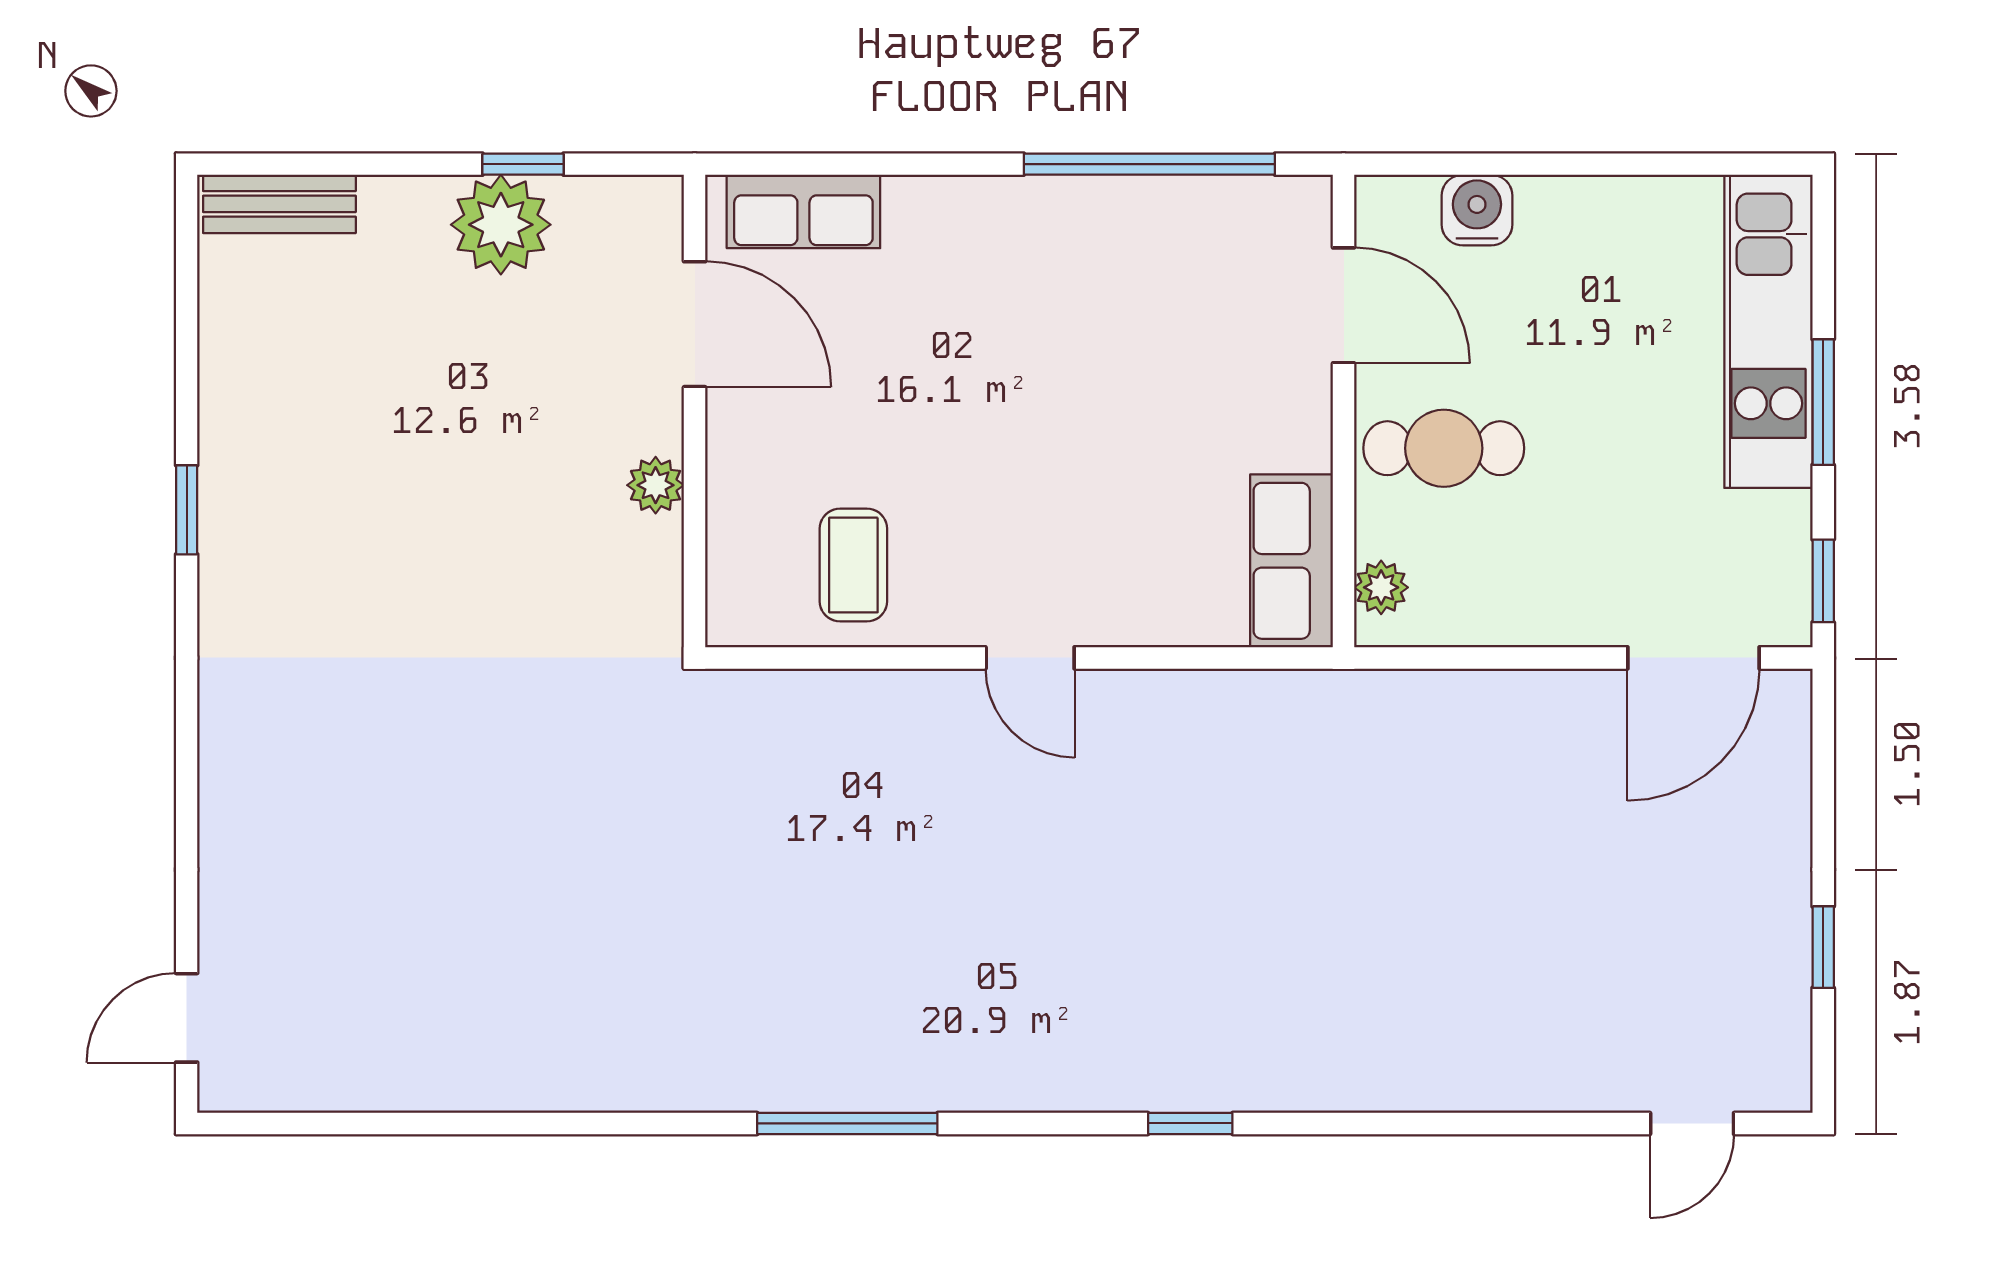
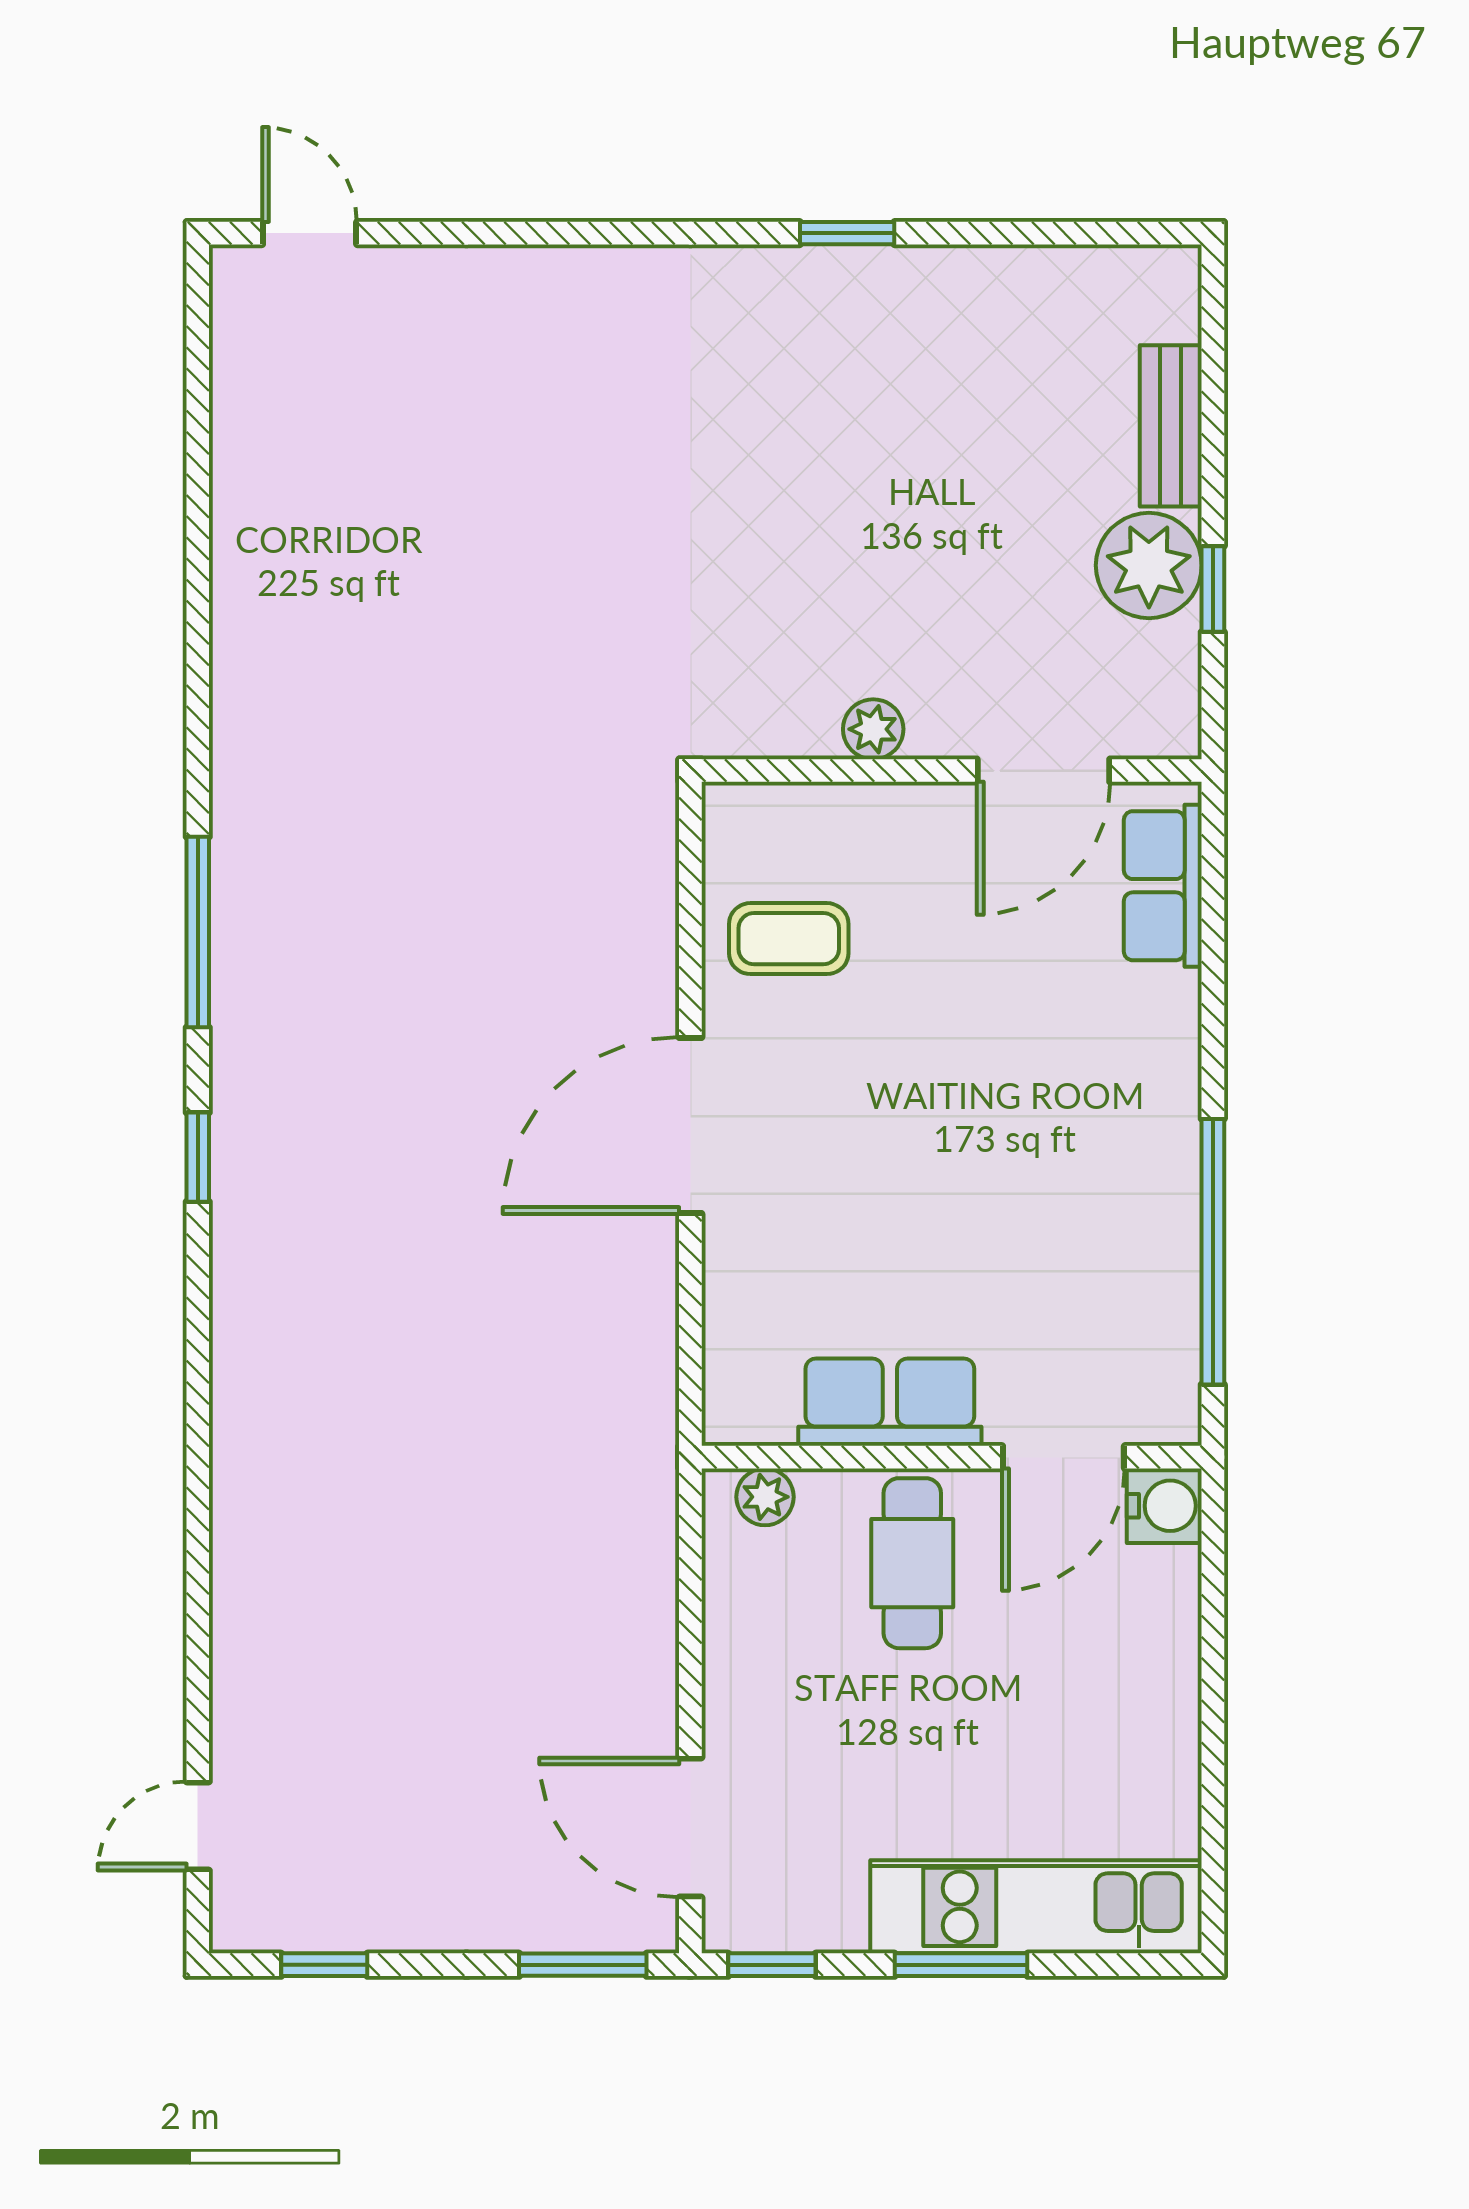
bench: (279, 204) -> (1171, 426), moved
water cooler: (1477, 210) -> (1164, 1506), moved
row of seats: (1292, 561) -> (890, 1402), moved
door: (1030, 658) -> (690, 1126), width x1.88
window: (1823, 760) -> (583, 1965), added
window: (1823, 947) -> (324, 1965), moved
window: (1190, 1123) -> (198, 1157), moved
door: (1692, 1123) -> (198, 1826), hinge flipped

